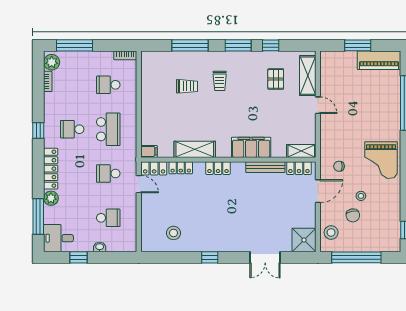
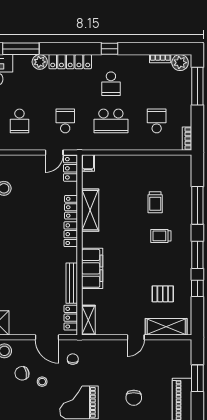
chair: (377, 107) -> (134, 398), added
school desk: (72, 129) -> (111, 84), turned 180
locker: (181, 168) -> (71, 207), moved

